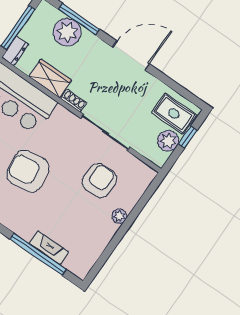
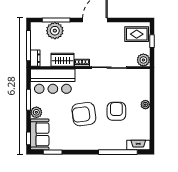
plant: (168, 141) -> (143, 60), moved
armchair: (99, 181) -> (116, 111), moved
fireplace: (49, 248) -> (138, 145), moved

